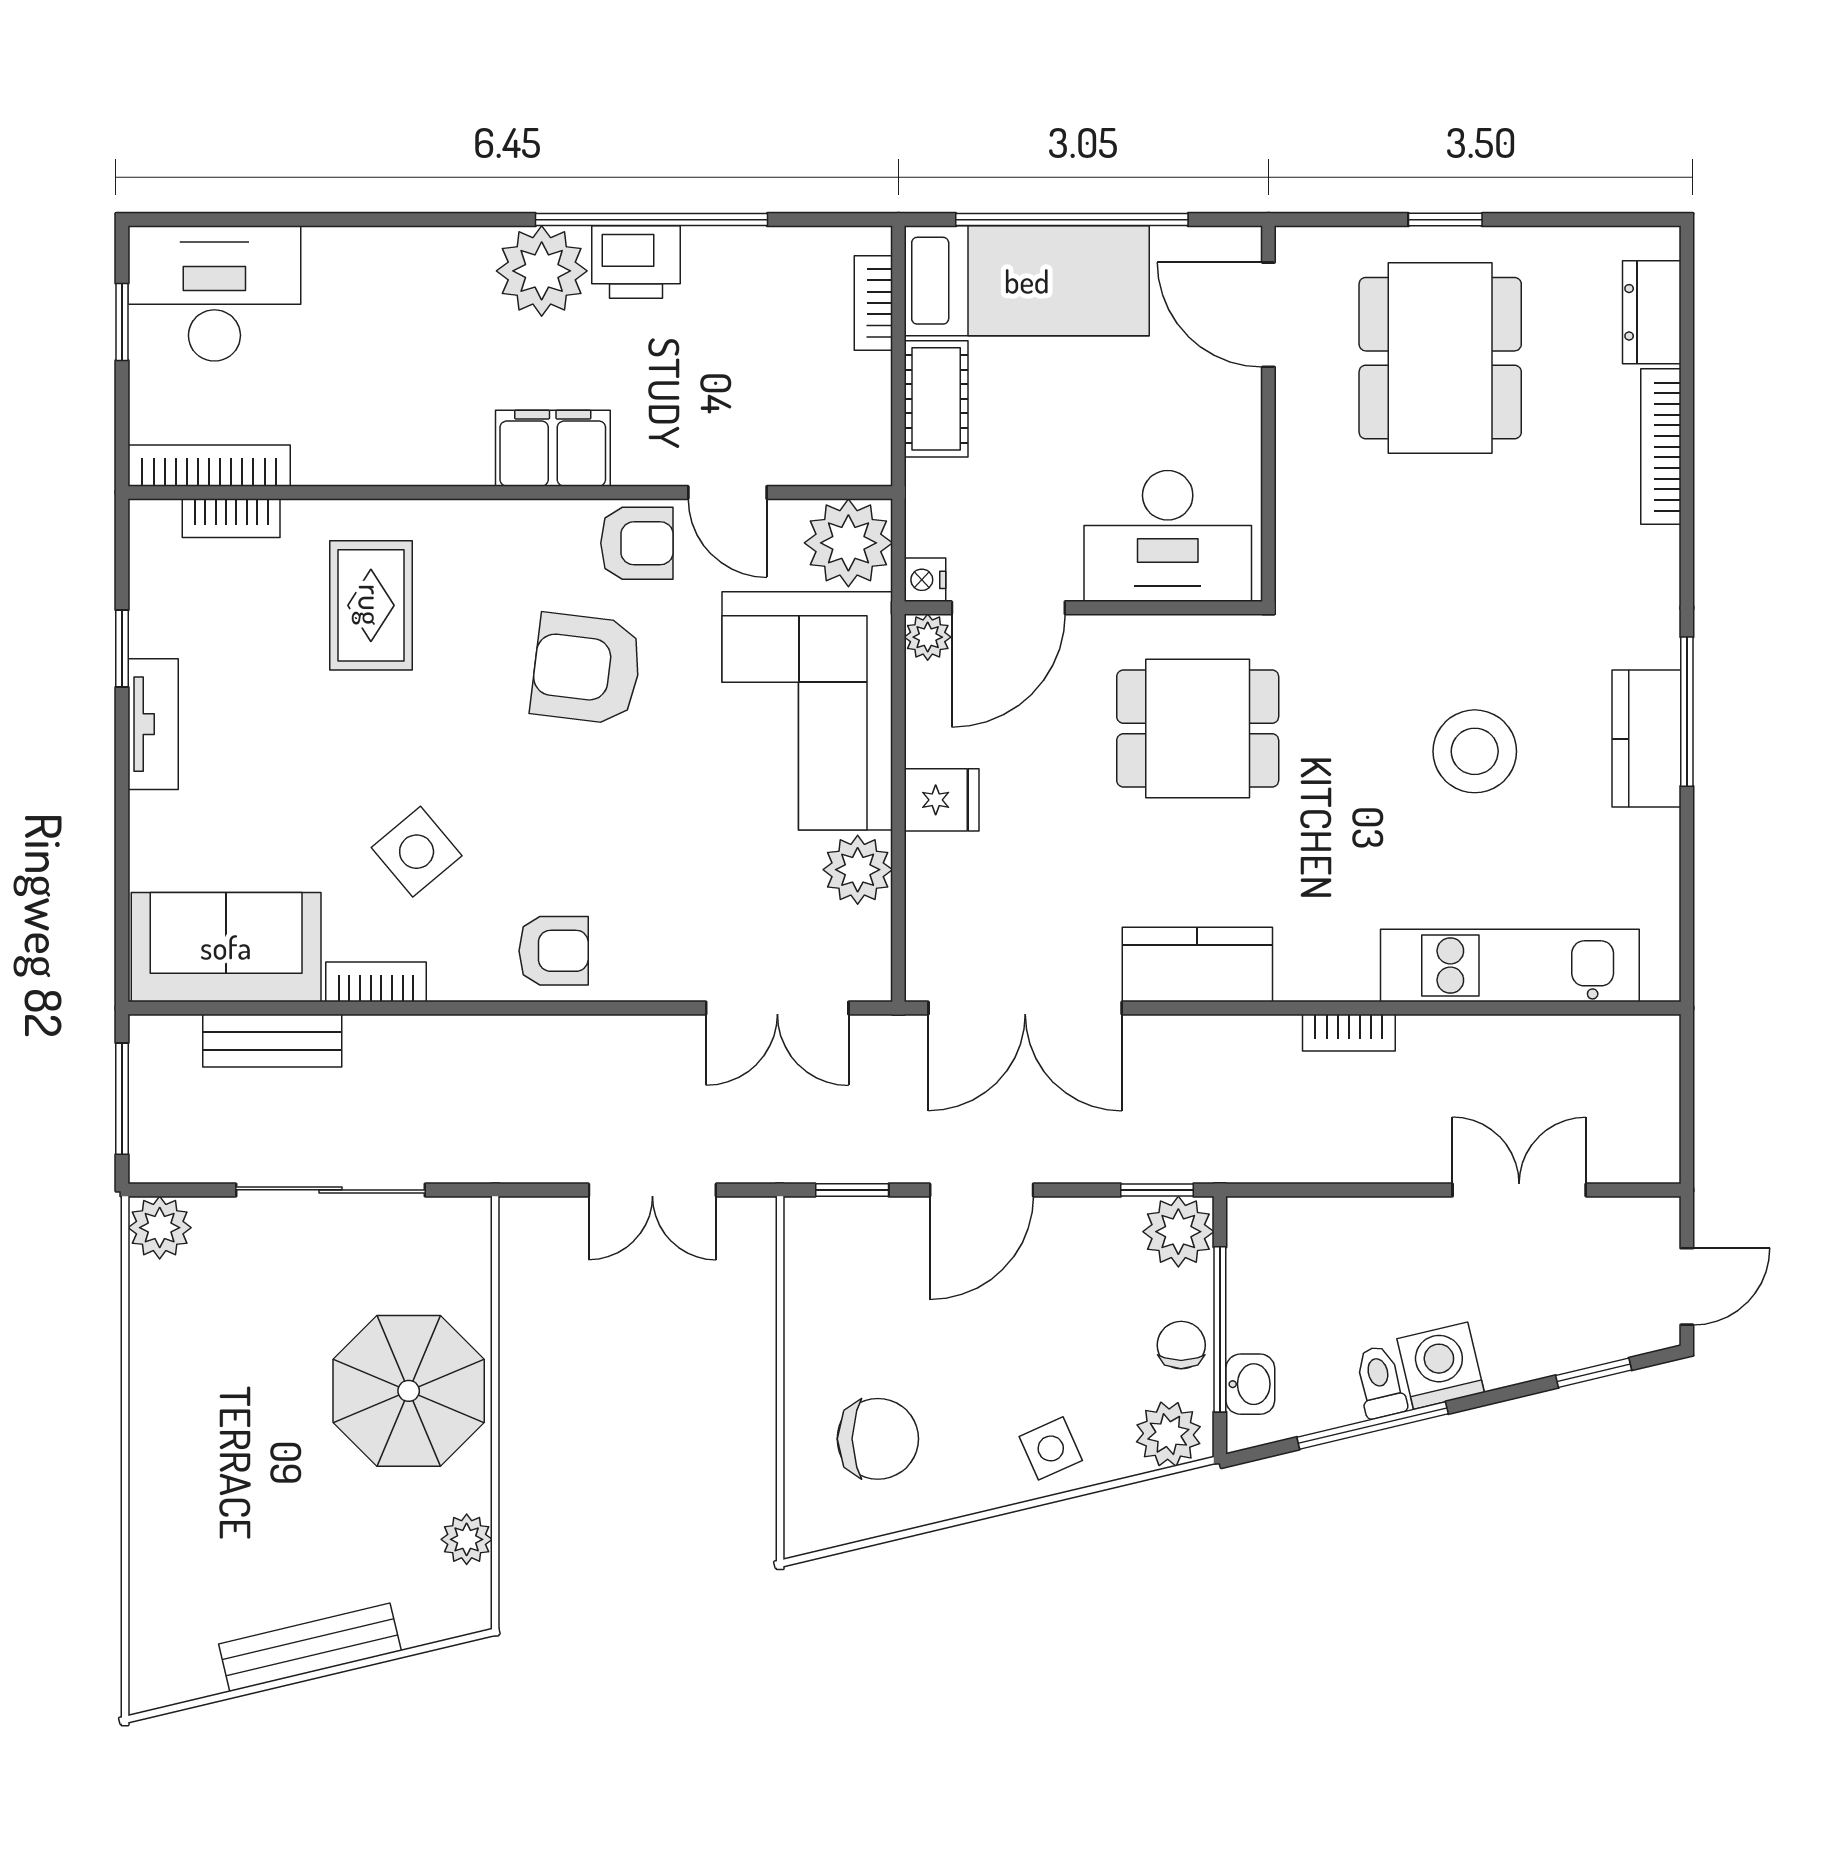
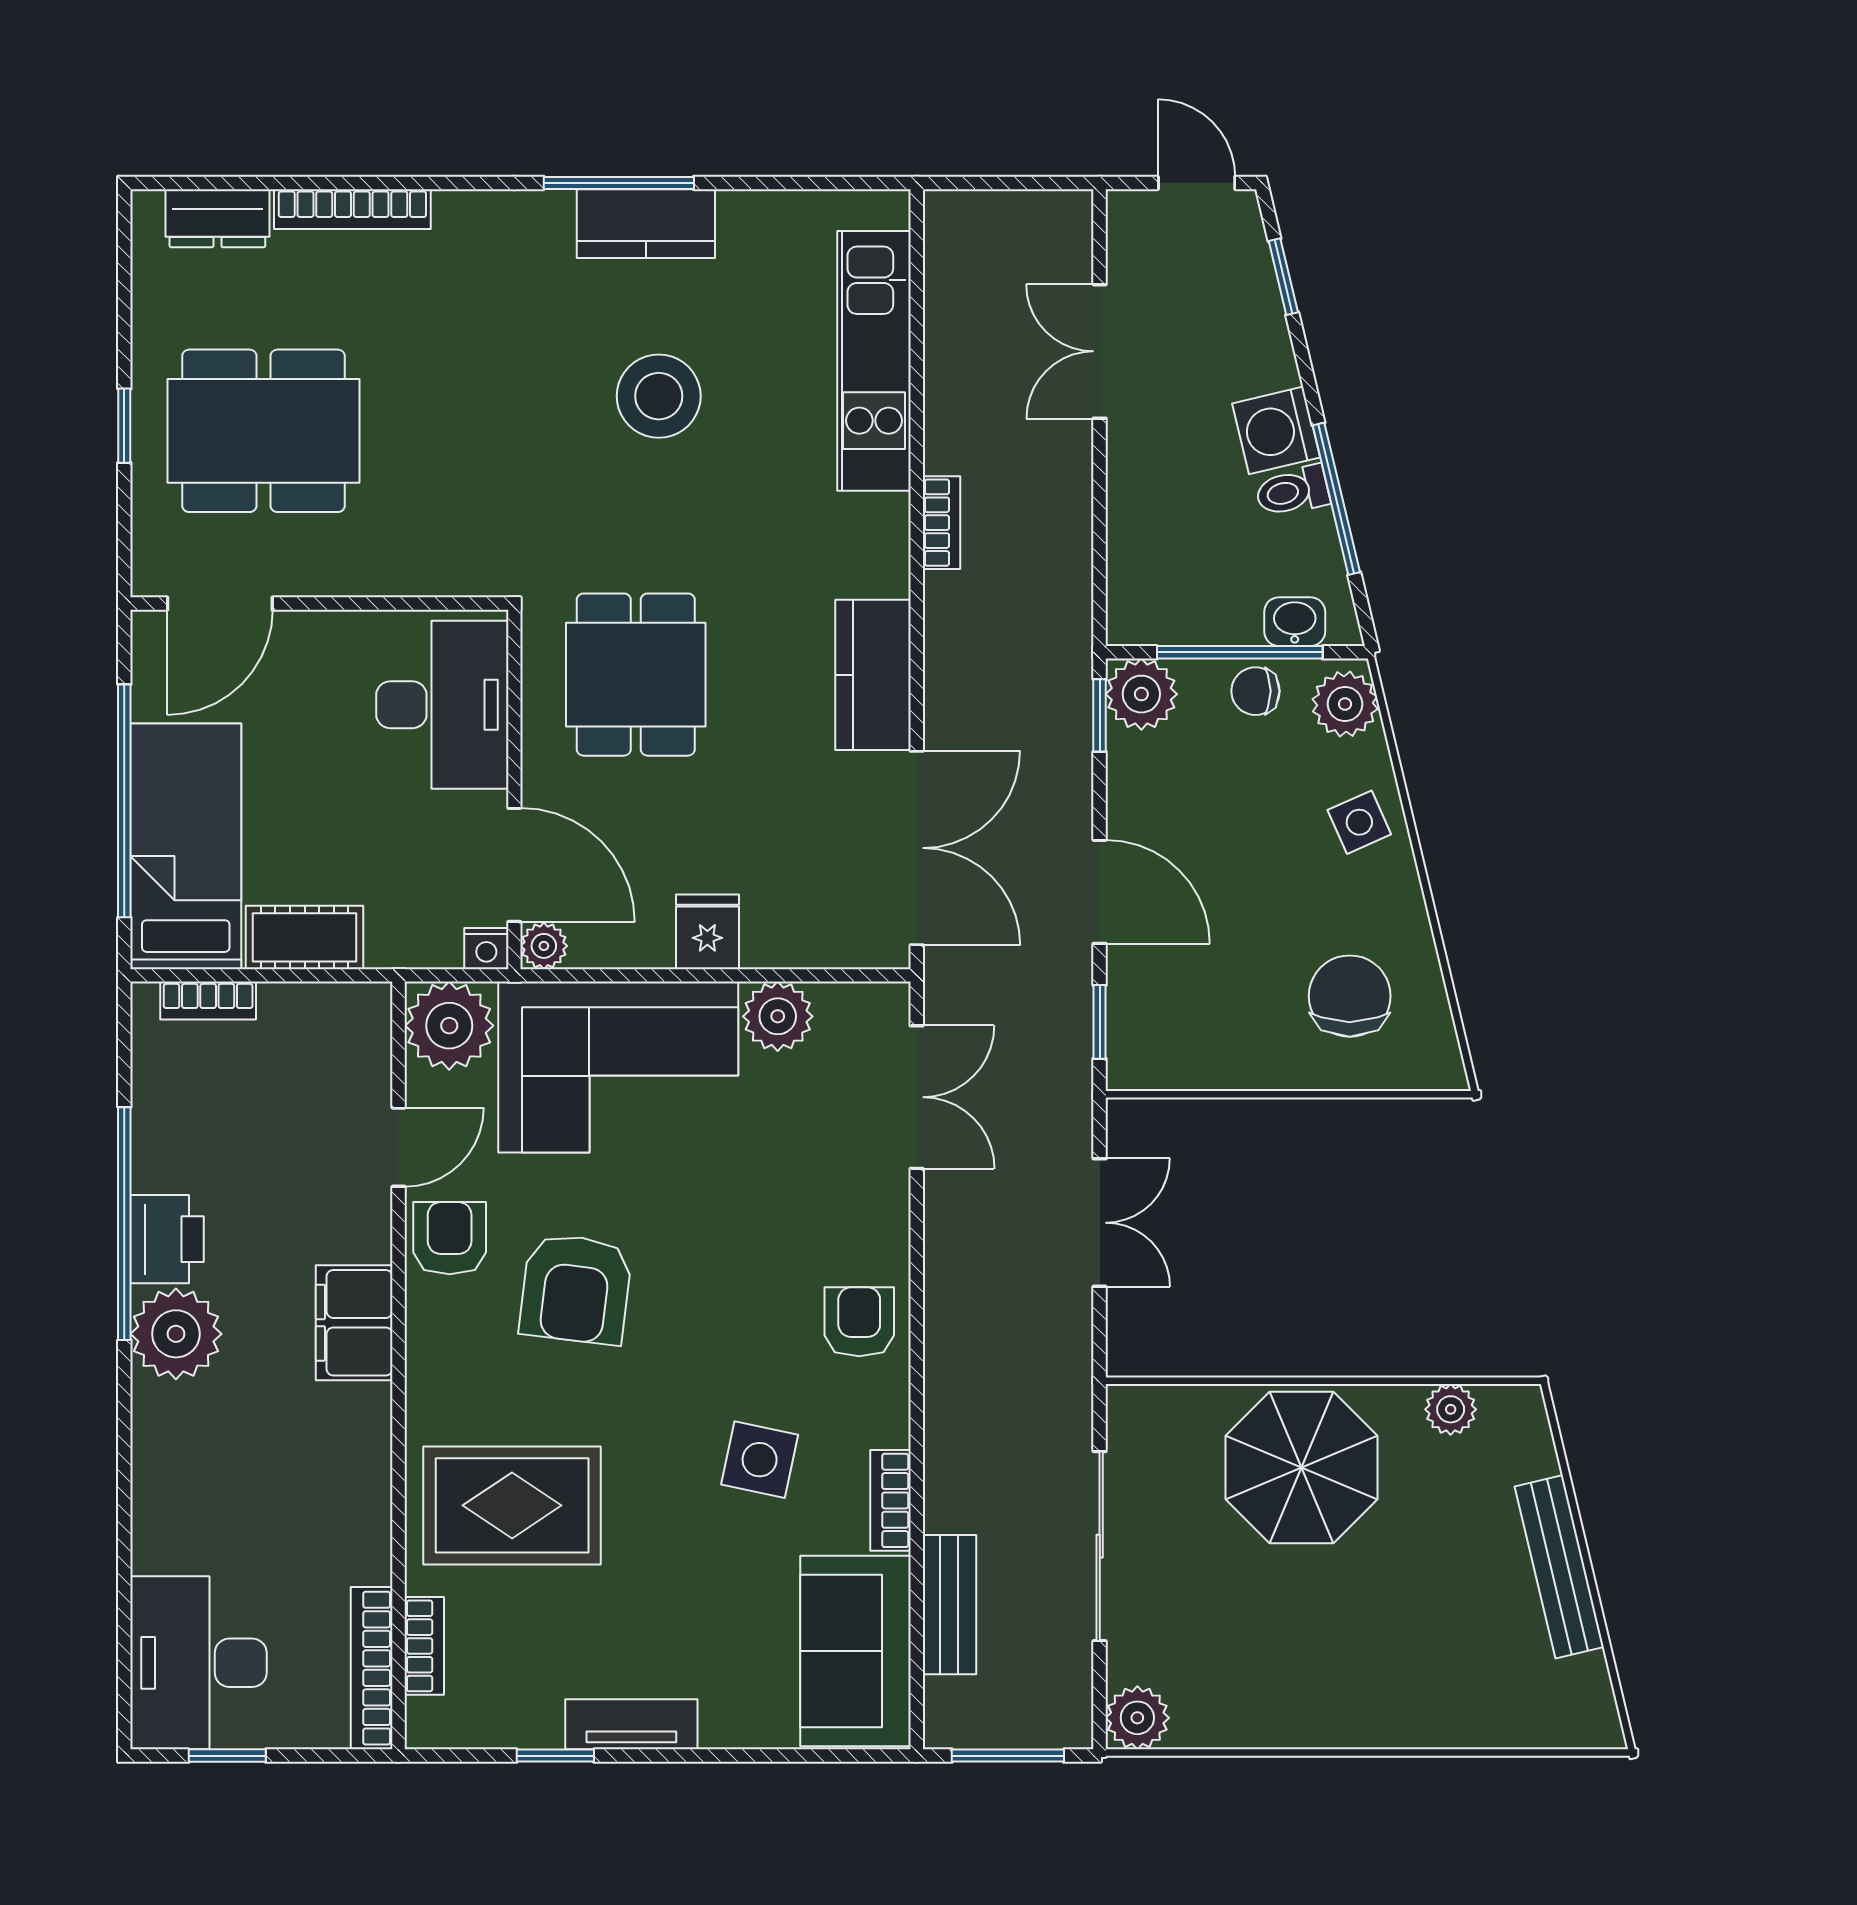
rug: (371, 605) -> (512, 1505), width x1.36, depth x1.43
side table: (417, 852) -> (760, 1460), turned -38

